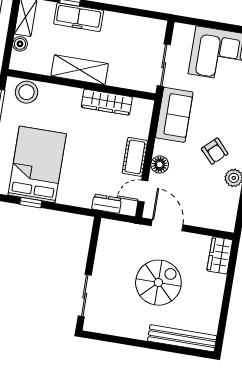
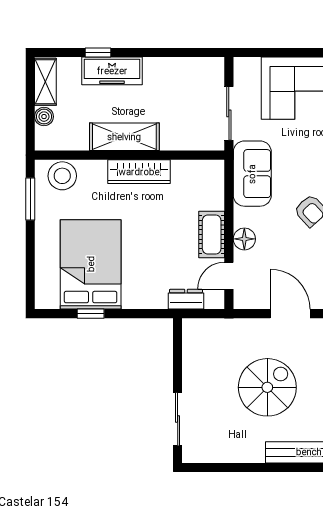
wardrobe: (107, 102) -> (139, 172), moved
door: (167, 225) -> (290, 314), moved

